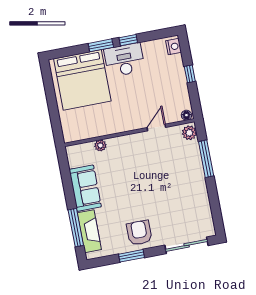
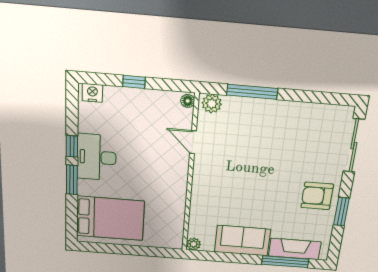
bed: (82, 80) -> (110, 218), width x0.73
plant: (100, 145) -> (194, 244), moved

